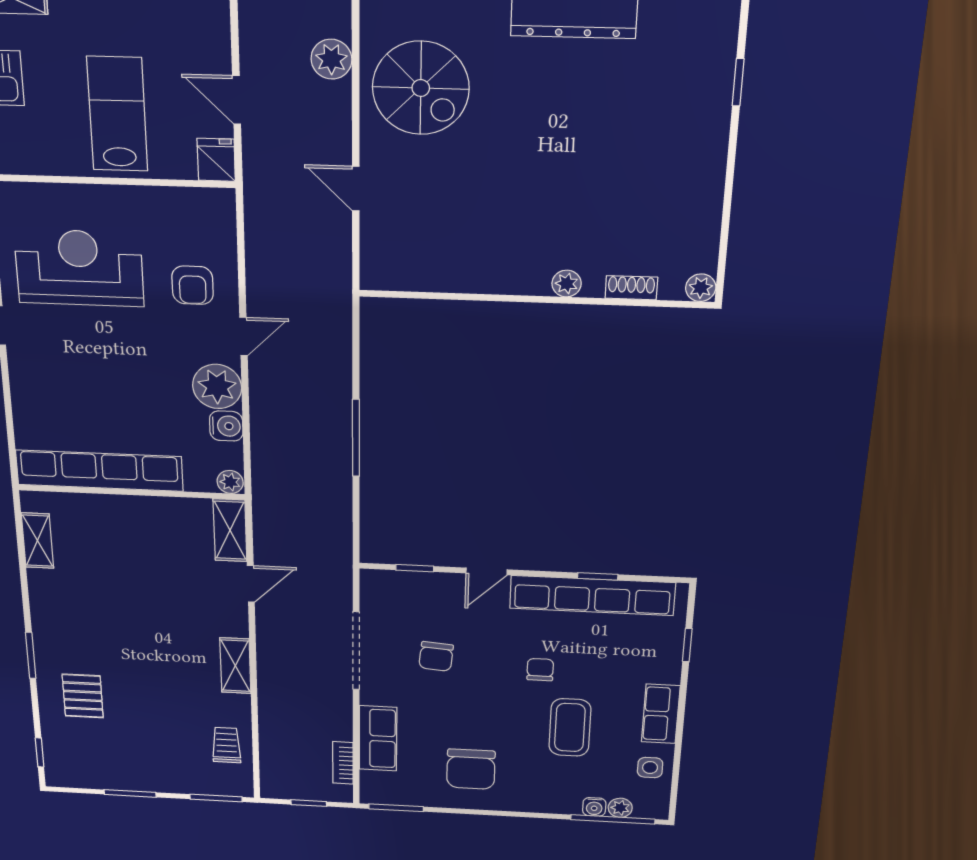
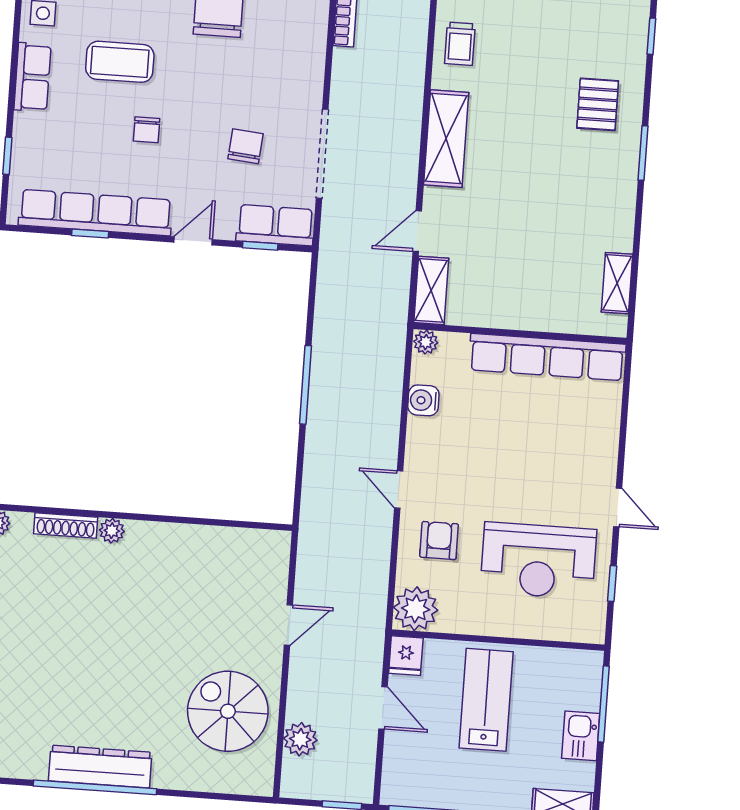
lab bench: (117, 114) -> (486, 700), turned 180
door: (356, 189) -> (288, 625), hinge flipped
shoe rack: (631, 288) -> (66, 525), width x1.43
door: (243, 336) -> (399, 490), hinge flipped
plant: (217, 386) -> (416, 609), moved
shelving: (235, 666) -> (446, 139), width x1.50, depth x1.33
coffee table: (570, 727) -> (120, 62), turned 90
row of seats: (378, 738) -> (275, 225), moved, turned 90

